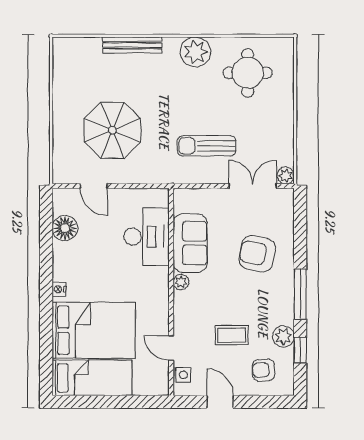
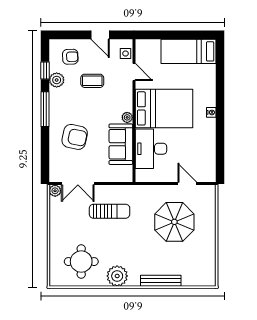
floor lamp: (65, 228) -> (207, 155), removed
bed: (94, 330) -> (164, 108), moved, turned 180

